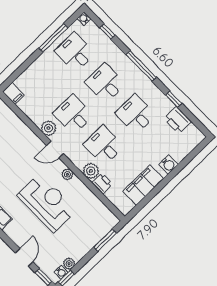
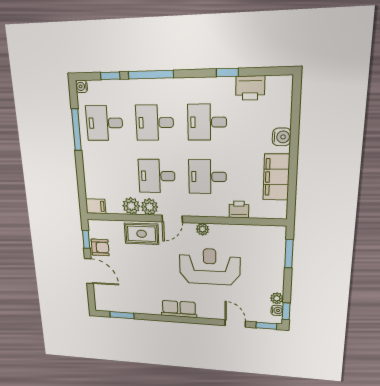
window: (141, 66) -> (151, 75), moved
rug: (25, 140) -> (142, 234), added
plant: (91, 171) -> (131, 206), moved

